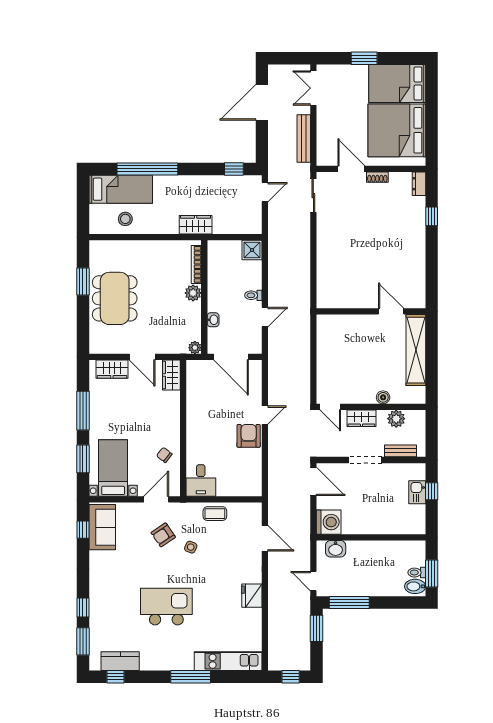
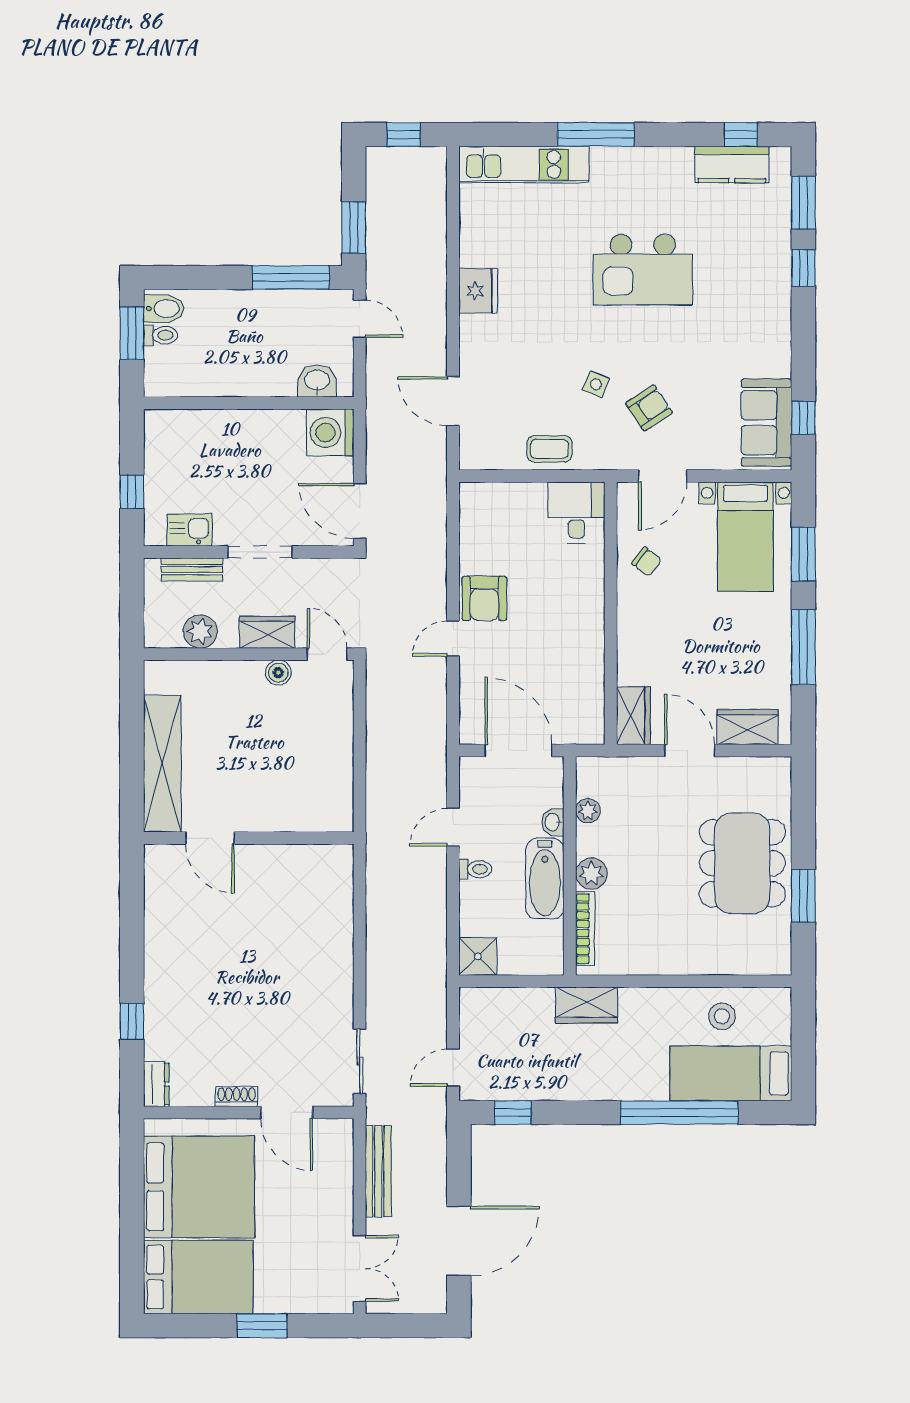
bathtub: (217, 290) -> (545, 879), added
plant: (195, 348) -> (588, 811), moved
boiler: (383, 397) -> (278, 673), moved
kitchen sink: (417, 492) -> (190, 530), moved, turned -90

